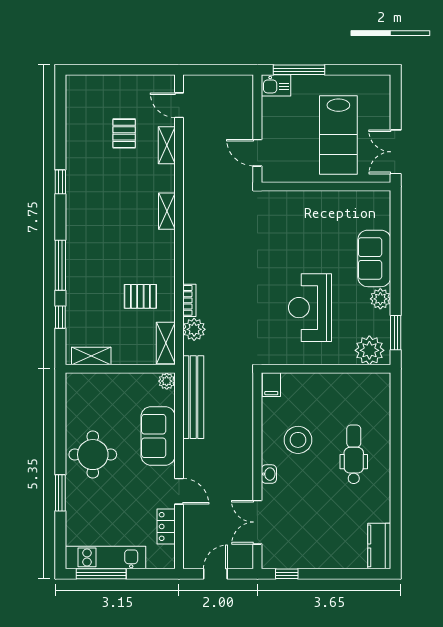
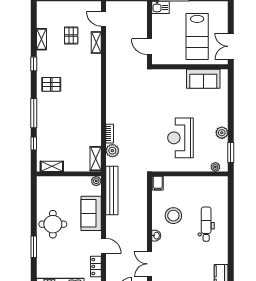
shelving: (167, 211) -> (41, 39), moved
sofa: (374, 258) -> (203, 79), moved, turned -90
pallet: (140, 296) -> (51, 84), moved
plant: (369, 350) -> (215, 167), width x0.53, depth x0.53

